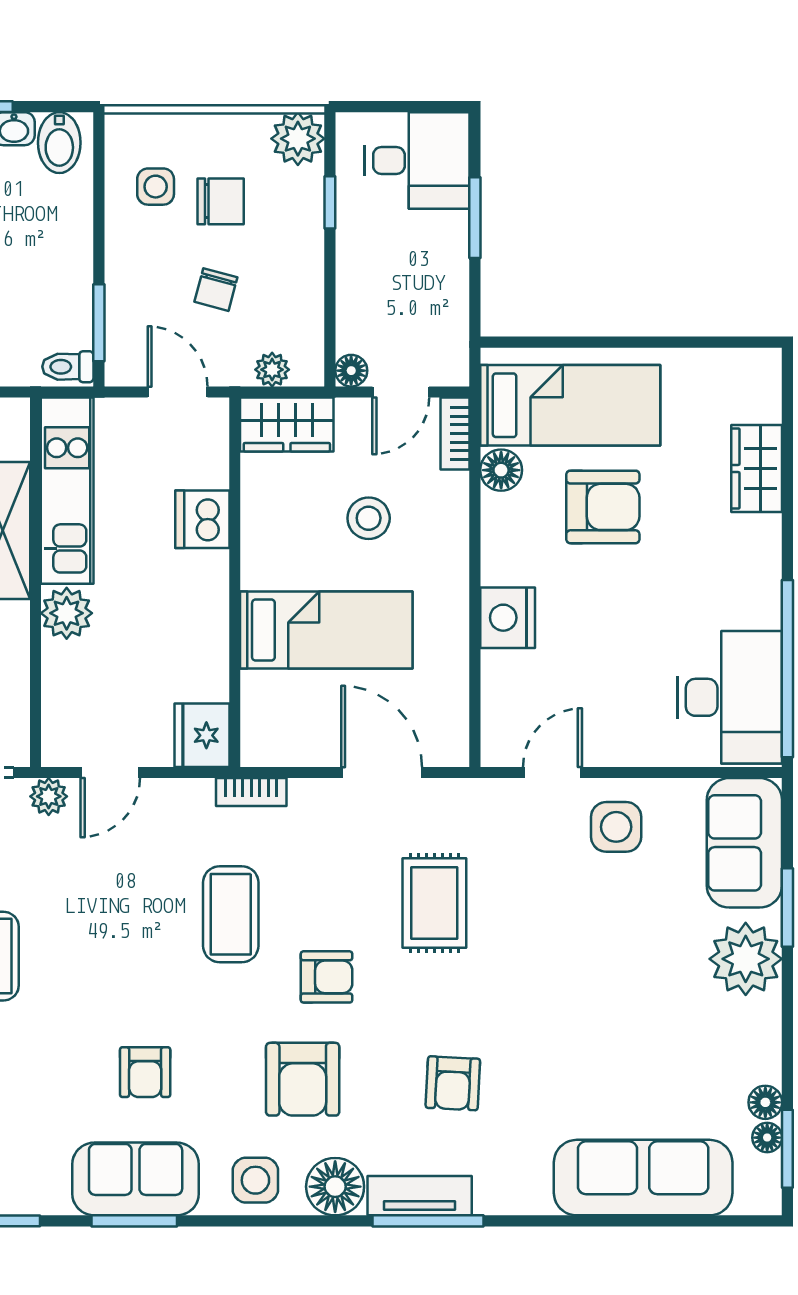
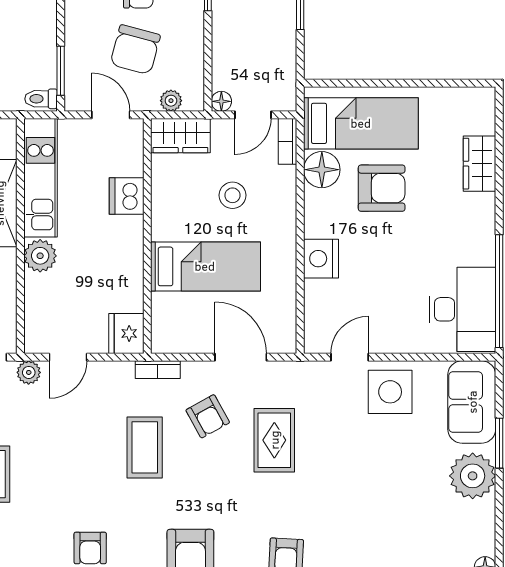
chair: (216, 290) -> (135, 50), width x1.87, depth x1.87
floor lamp: (501, 470) -> (322, 170), width x1.38, depth x1.38
side table: (616, 827) -> (390, 392), width x1.37, depth x1.37
armchair: (327, 977) -> (208, 416), moved, turned 61

